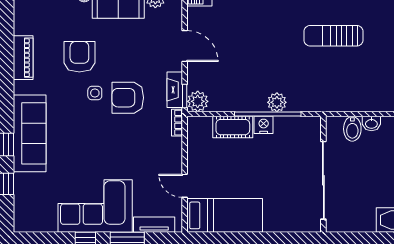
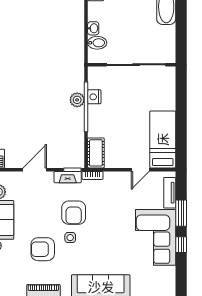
sun lounger: (333, 36) -> (27, 57), removed
plant: (198, 101) -> (76, 160), removed
nightstand: (264, 125) -> (94, 97), moved
cot: (233, 127) -> (96, 153), moved

